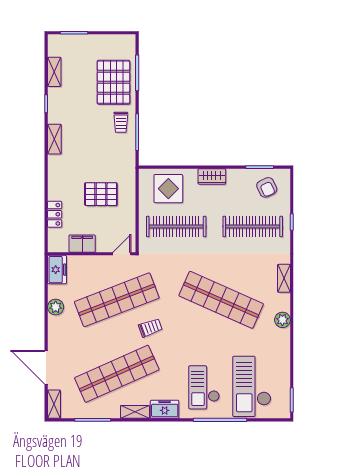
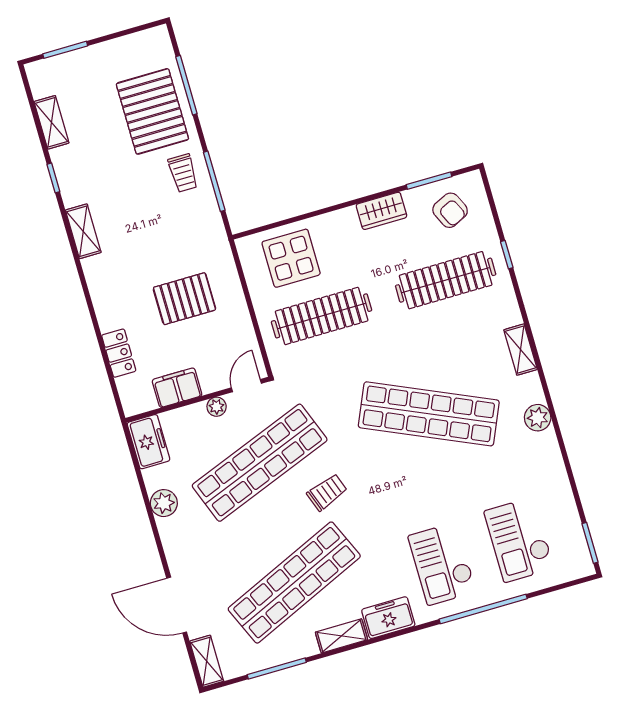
wardrobe: (212, 176) -> (381, 211), moved
plant: (101, 261) -> (217, 407), added
checkout: (252, 386) -> (519, 540), width x0.73, depth x0.83

